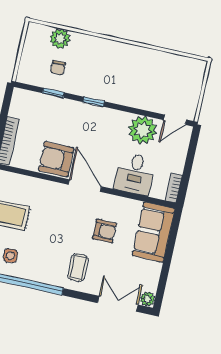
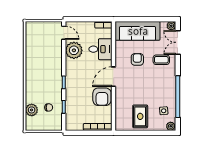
sofa: (153, 232) -> (138, 31), width x1.36
coffee table: (78, 267) -> (161, 60), moved

